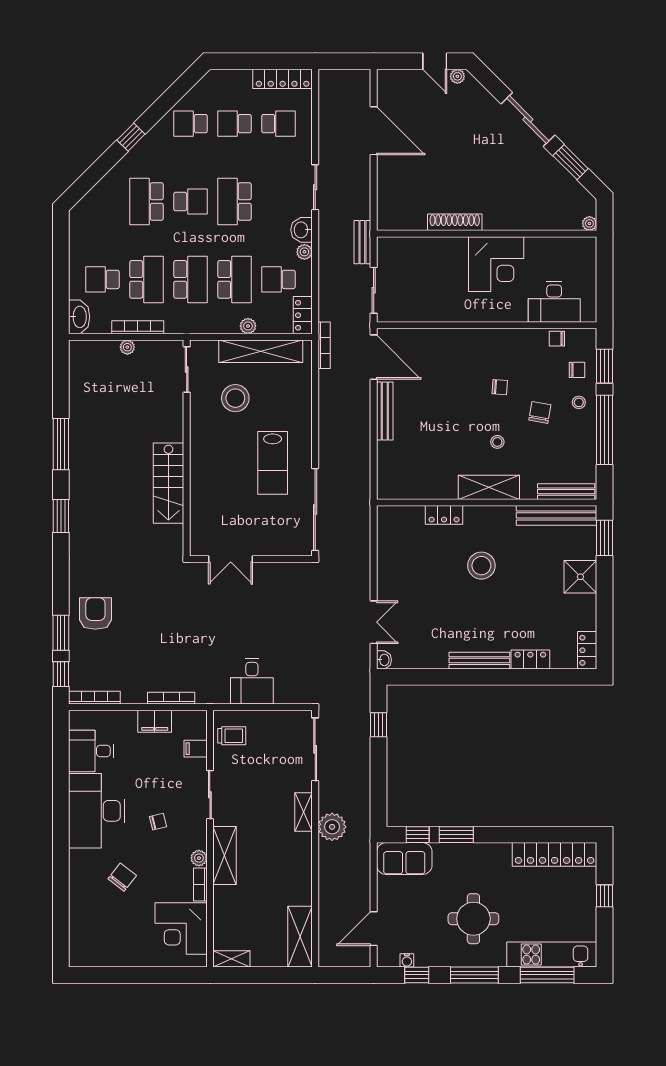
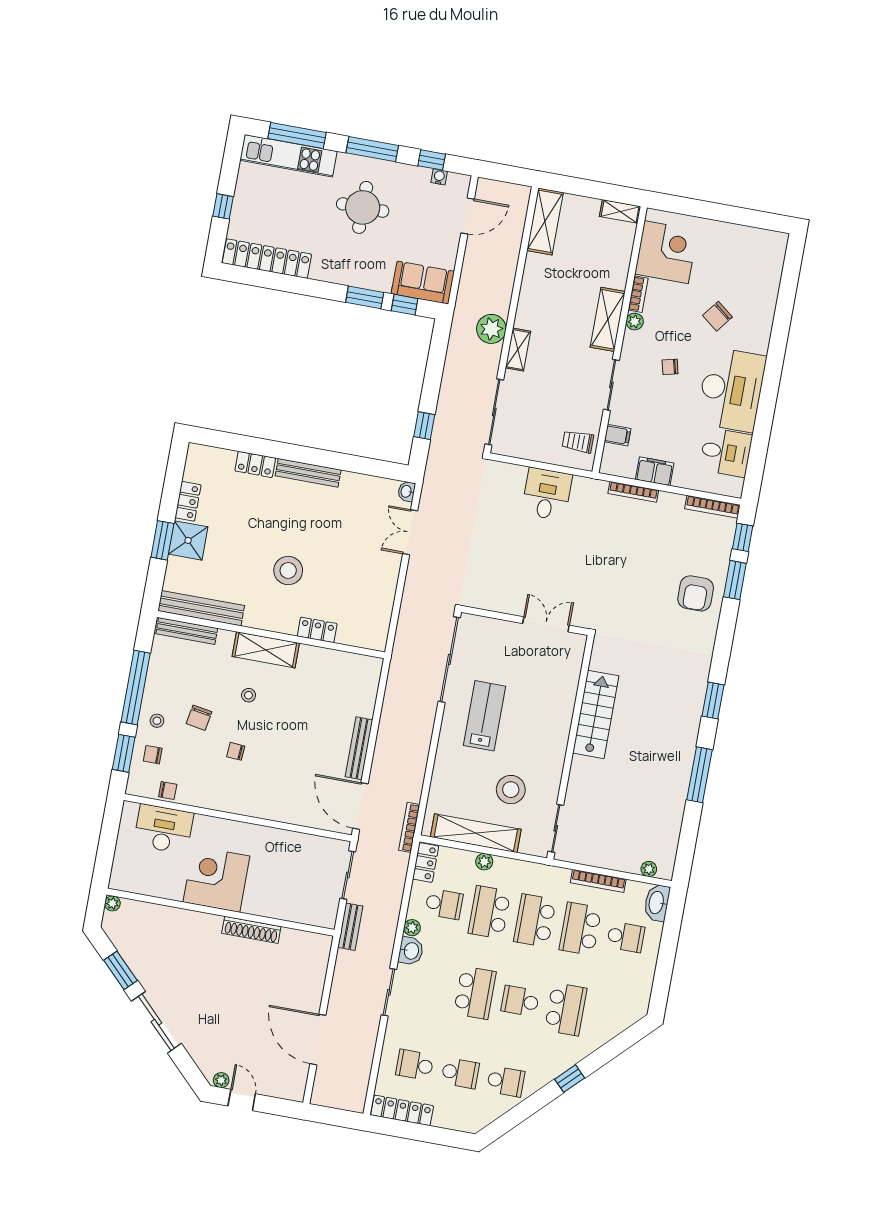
plant: (127, 347) -> (649, 869), moved
window: (604, 538) -> (162, 540), moved
locker: (587, 650) -> (188, 501), moved

